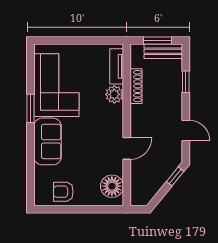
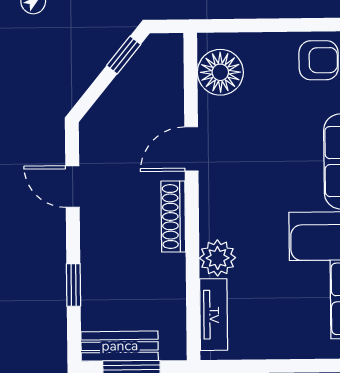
shoe rack: (136, 86) -> (173, 216), moved
window: (175, 176) -> (124, 55), moved

